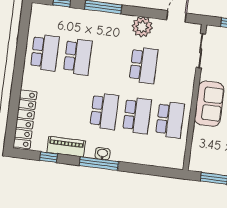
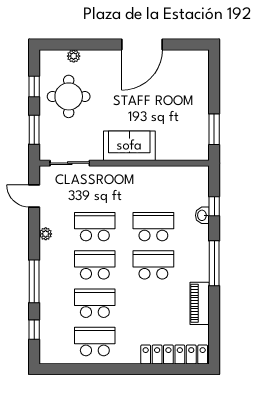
plant: (142, 27) -> (46, 234), width x0.53, depth x0.53
school desk: (170, 120) -> (95, 265), moved
washbasin: (103, 154) -> (202, 215), moved
window: (49, 157) -> (214, 206), moved

